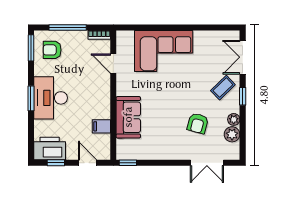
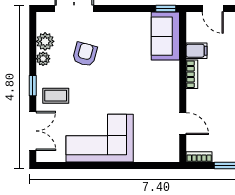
corner sofa: (164, 51) -> (100, 138), moved
coffee table: (223, 88) -> (56, 96), turned 44
bookcase: (105, 106) -> (192, 74), added
sofa: (128, 117) -> (165, 36), moved

